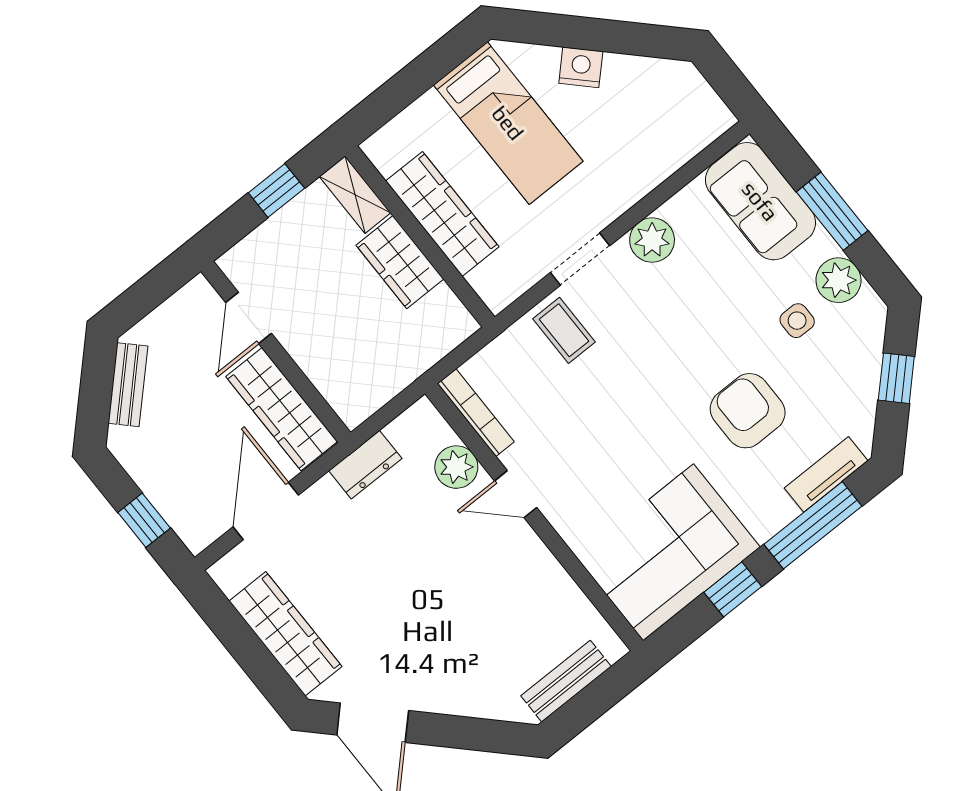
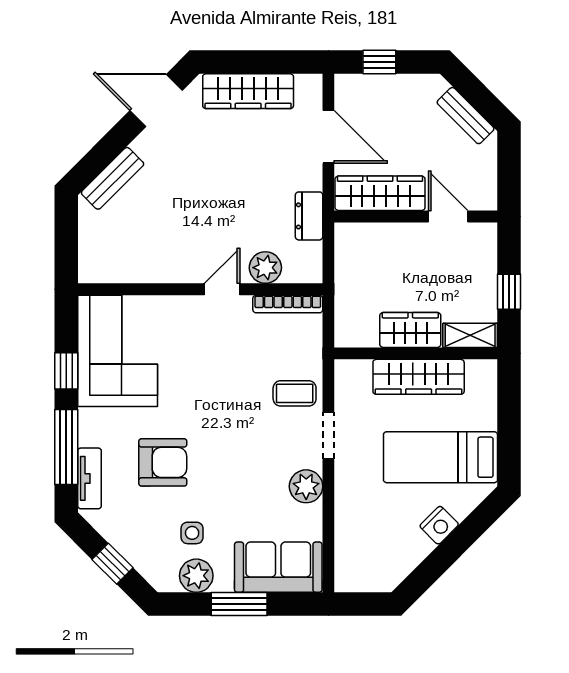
bench: (566, 681) -> (113, 178), moved, turned 45

